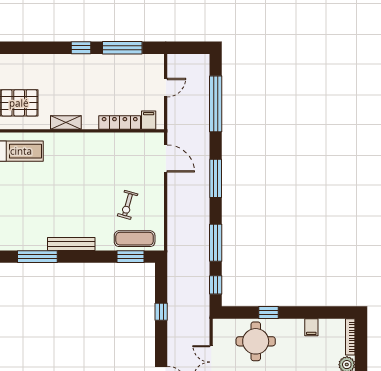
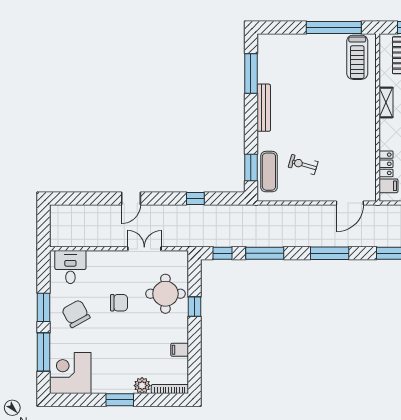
locker: (120, 123) -> (386, 164), width x0.66

